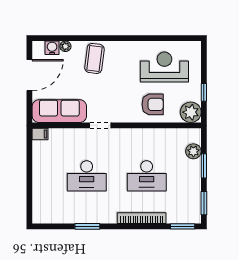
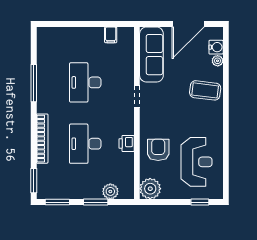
door: (29, 75) -> (188, 24), hinge flipped
window: (204, 92) -> (200, 202), moved
armchair: (153, 104) -> (158, 150), turned 180
filing cabinet: (40, 134) -> (111, 35), moved
printer: (146, 135) -> (127, 144), added
window: (87, 226) -> (34, 83), width x1.44

